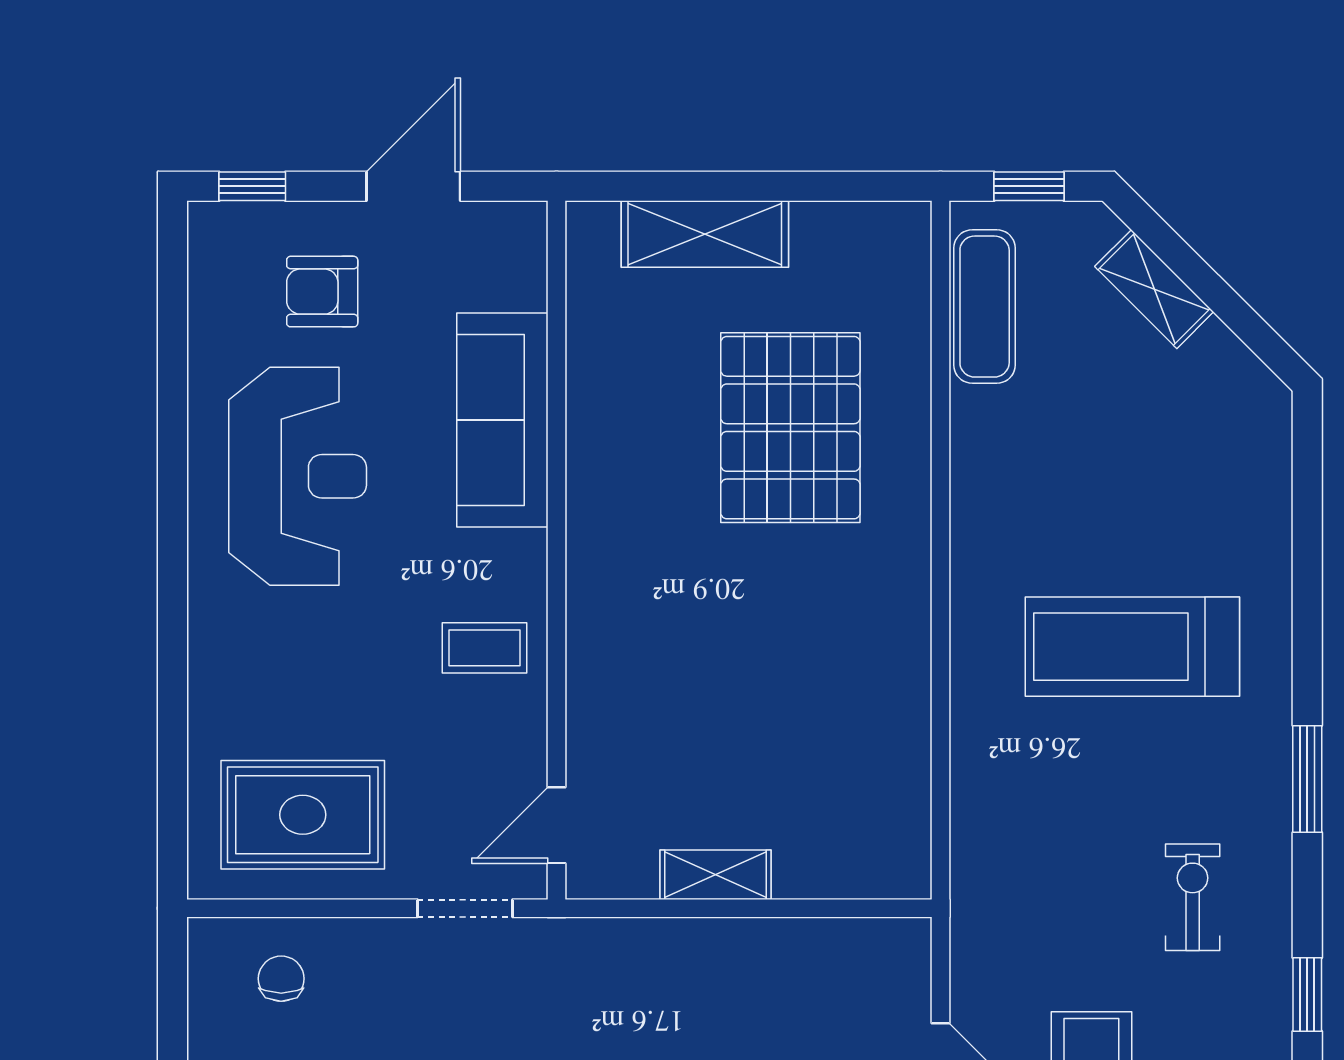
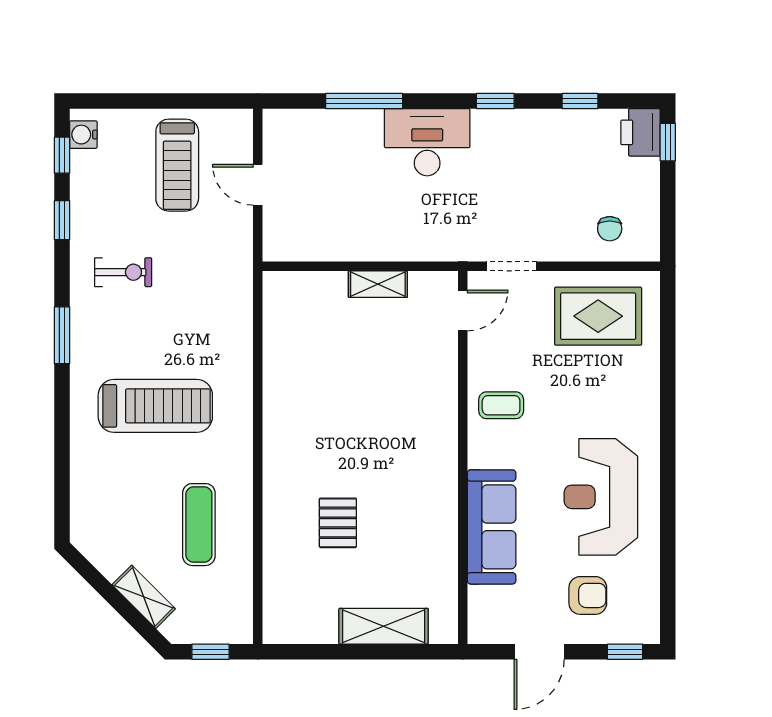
exercise mat: (985, 307) -> (199, 525), moved
pallet: (790, 428) -> (338, 523), width x0.49, depth x0.50
exercise bike: (1193, 897) -> (123, 272), turned -90

